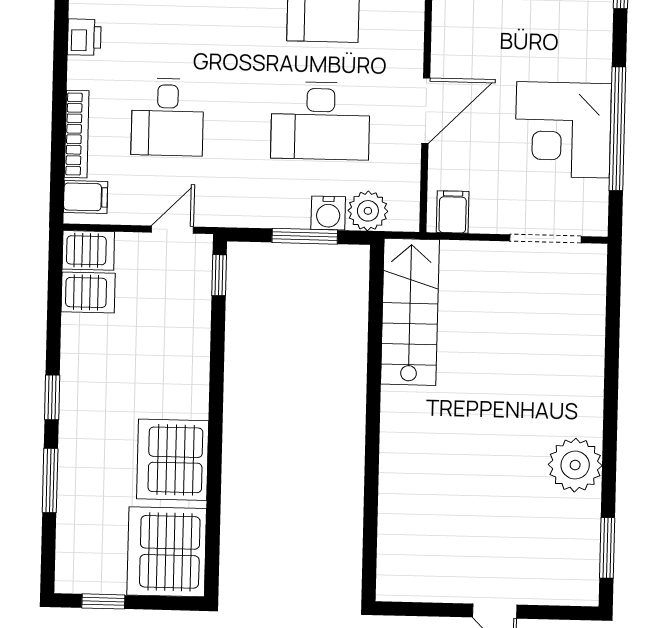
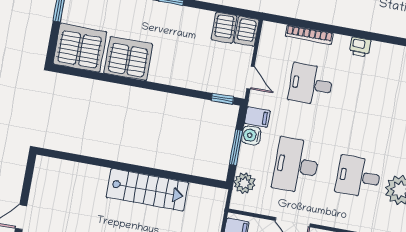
filing cabinet: (86, 197) -> (257, 117), moved, turned -90
water cooler: (328, 213) -> (251, 135), moved
stairs: (410, 312) -> (147, 190), moved

